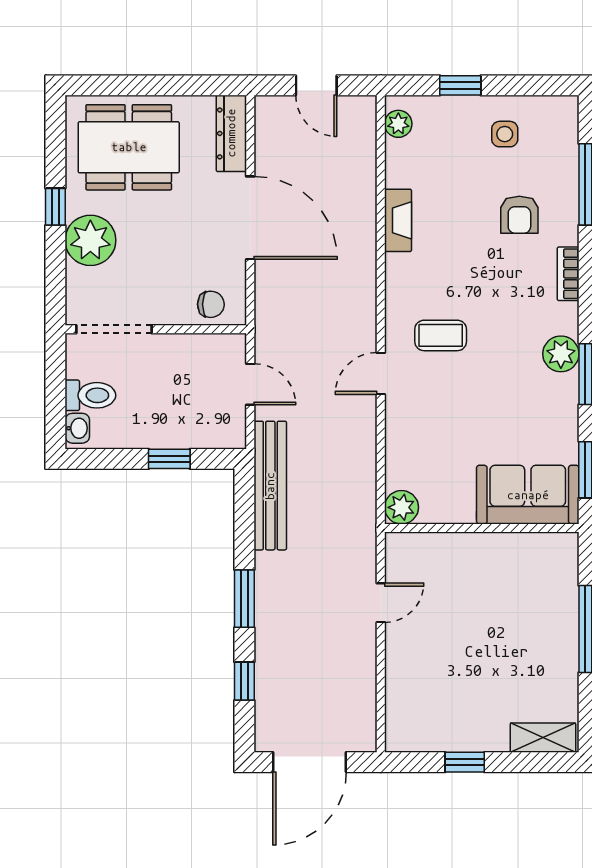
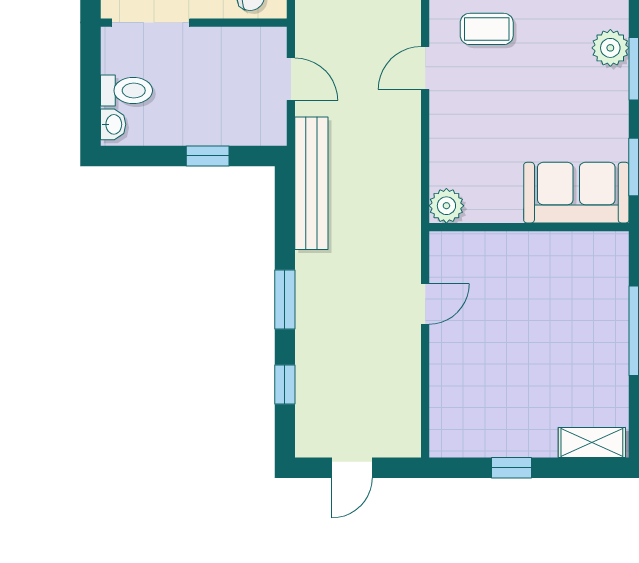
door: (310, 762) -> (352, 468), width x0.53

